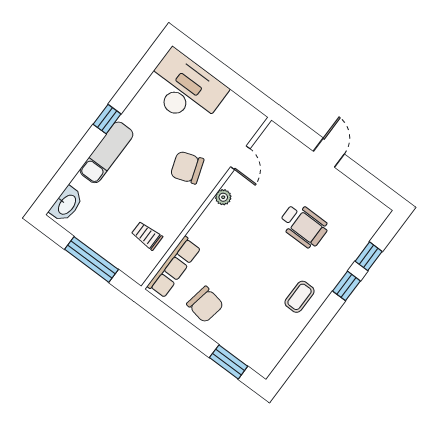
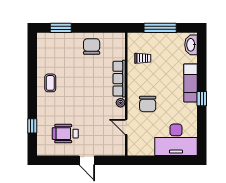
chair: (187, 168) -> (148, 104), turned 109
wheelchair: (304, 225) -> (65, 134), moved
row of seats: (174, 267) -> (119, 79), moved
window: (346, 286) -> (32, 104), removed
chair: (205, 304) -> (92, 46), turned 80

